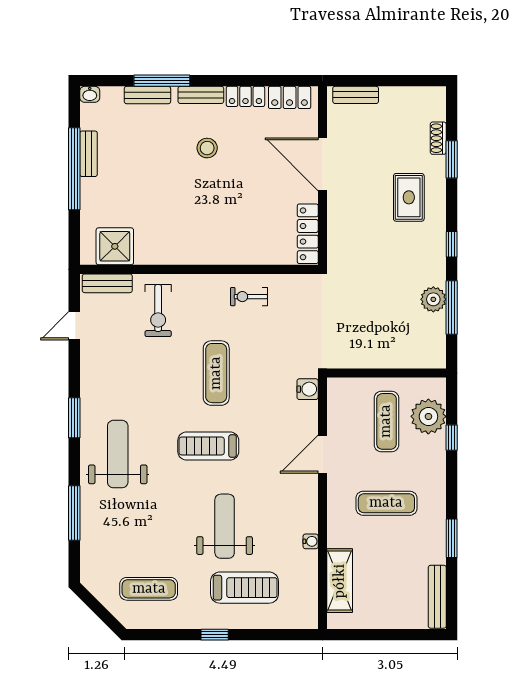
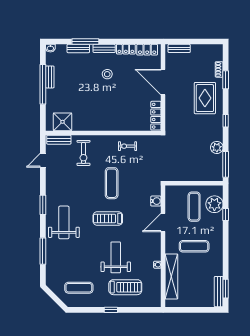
rug: (409, 197) -> (205, 98), width x1.36, depth x1.43
window: (452, 308) -> (226, 164), moved
water cooler: (308, 389) -> (156, 201), moved
window: (452, 538) -> (226, 289), moved
shelving: (340, 581) -> (171, 276), width x1.47

